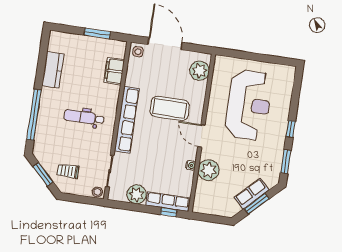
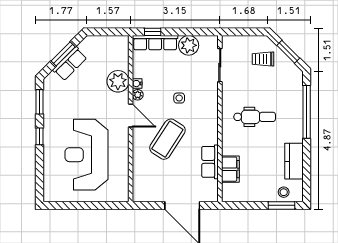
window: (97, 33) -> (282, 205), moved
side table: (138, 52) -> (179, 98), moved
plant: (200, 71) -> (138, 95), moved, width x0.53, depth x0.53
coffee table: (170, 108) -> (167, 139), turned -57
row of seats: (127, 120) -> (210, 162), moved, width x0.50
trolley: (68, 171) -> (263, 59), turned 180
stool: (97, 192) -> (284, 192), moved

